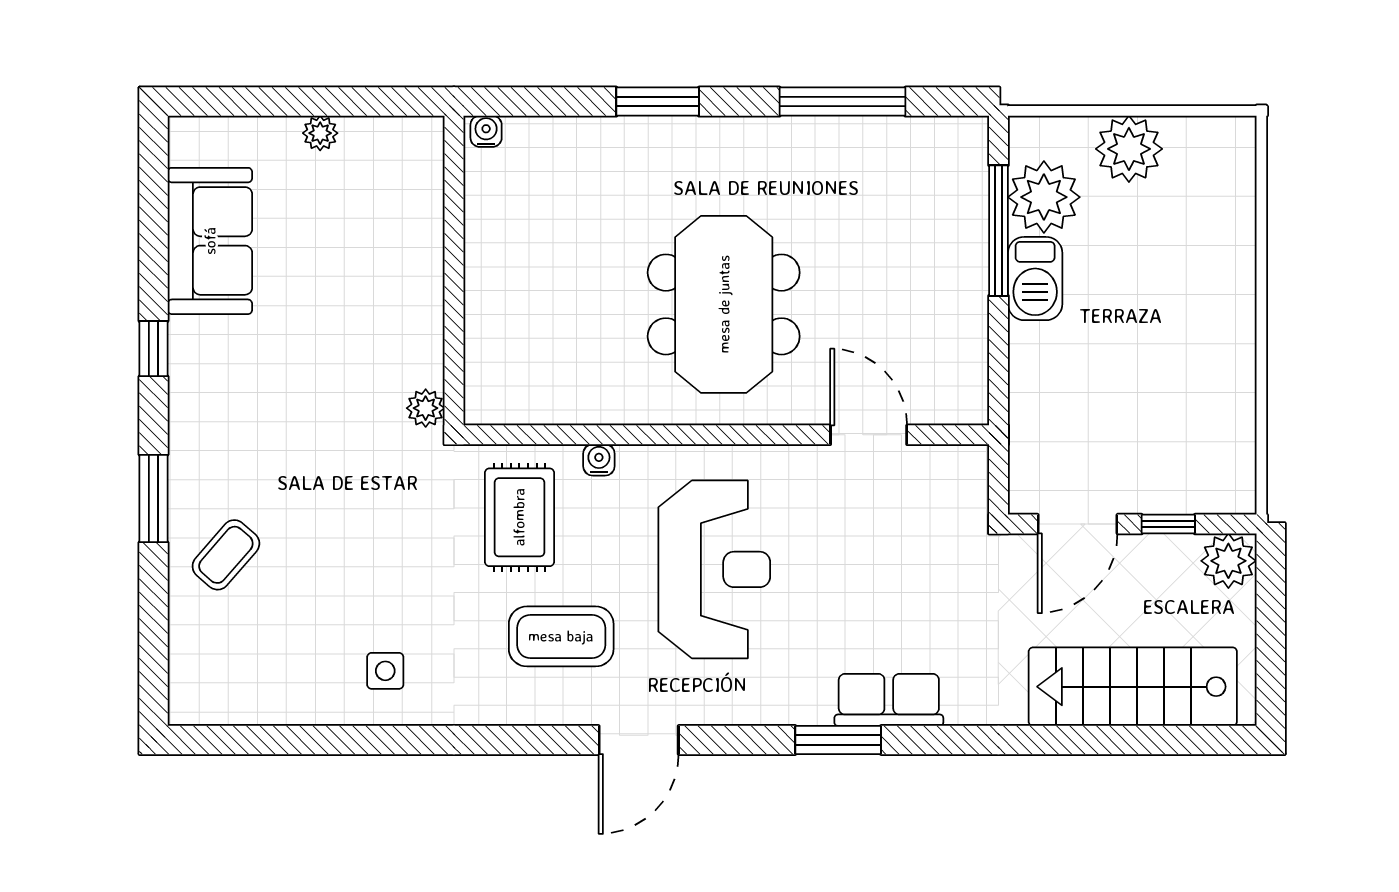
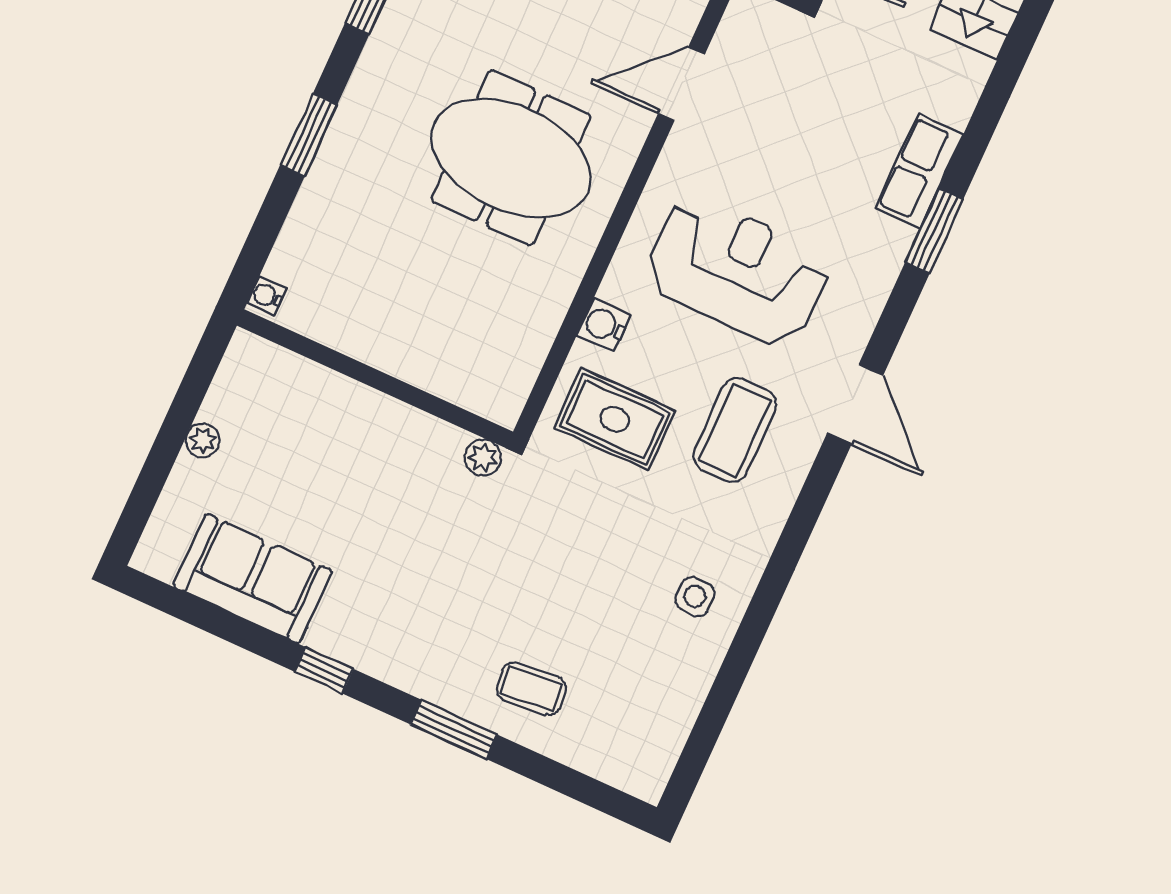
water cooler: (599, 460) -> (604, 325), width x1.38, depth x1.38
coffee table: (226, 555) -> (531, 689), turned -47

